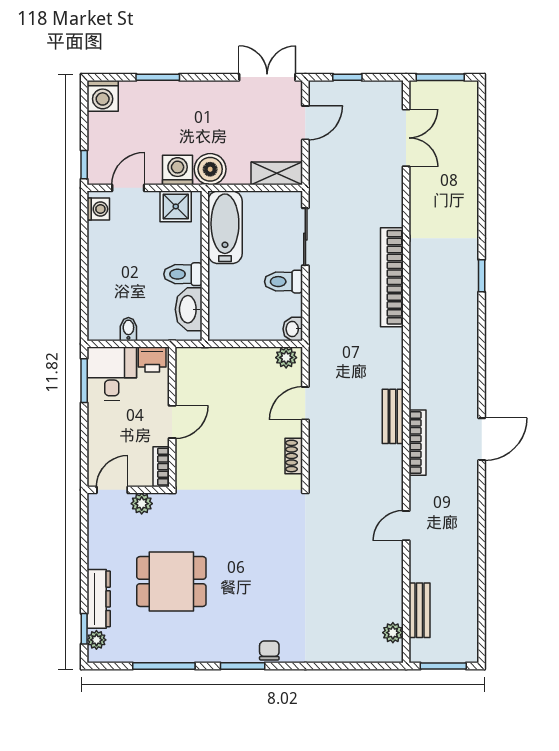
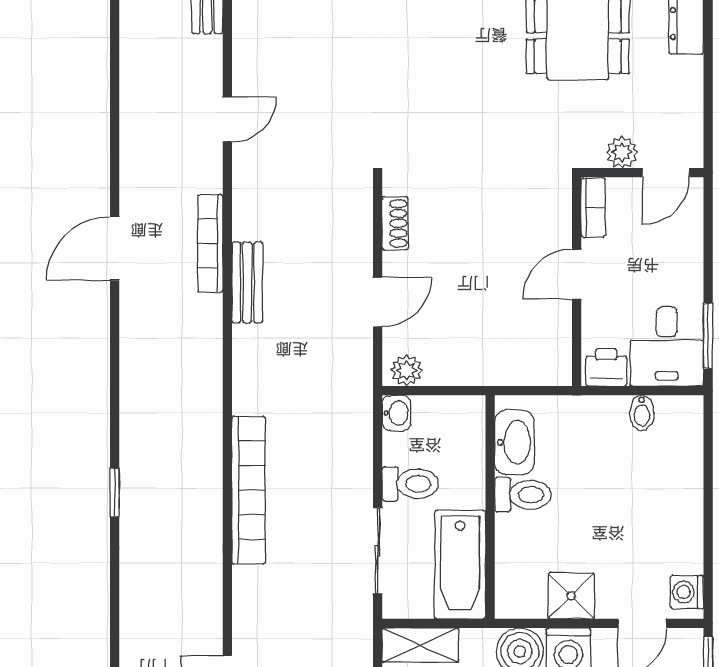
bathtub: (225, 227) -> (460, 565), moved
wall: (205, 266) -> (490, 507), moved
toilet: (183, 274) -> (523, 495), moved
washbasin: (189, 309) -> (514, 442), moved

